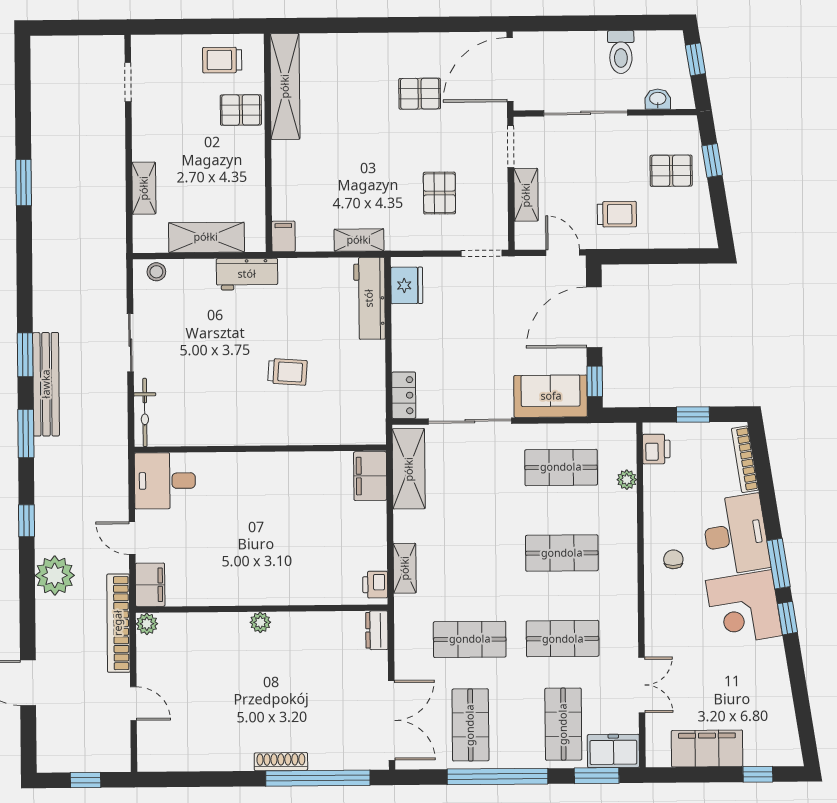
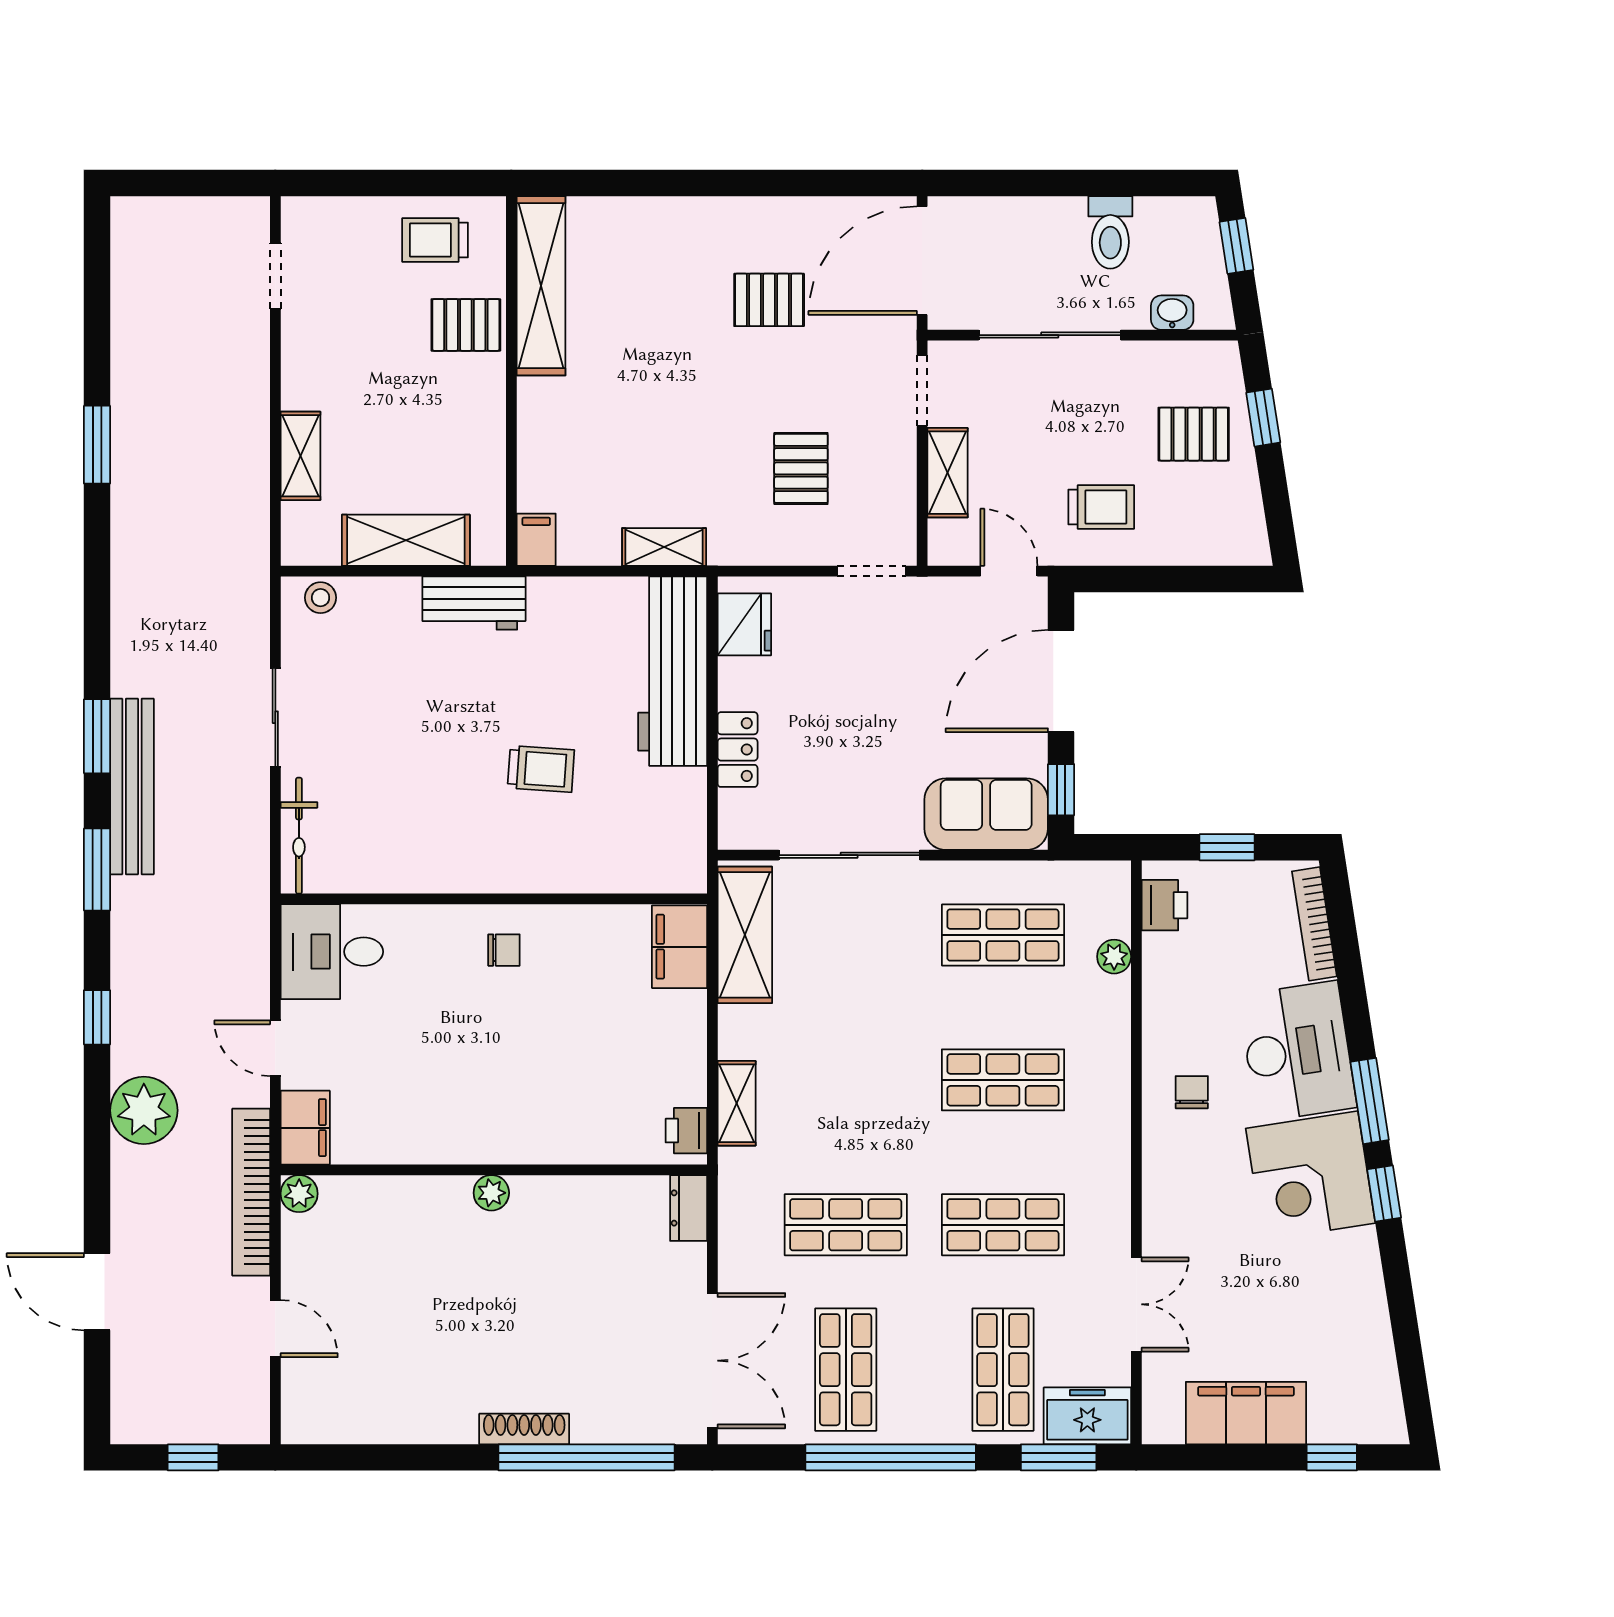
workbench: (369, 298) -> (673, 671), width x1.36, depth x1.32
locker: (404, 395) -> (738, 750), moved
chair: (267, 479) -> (504, 950), added

